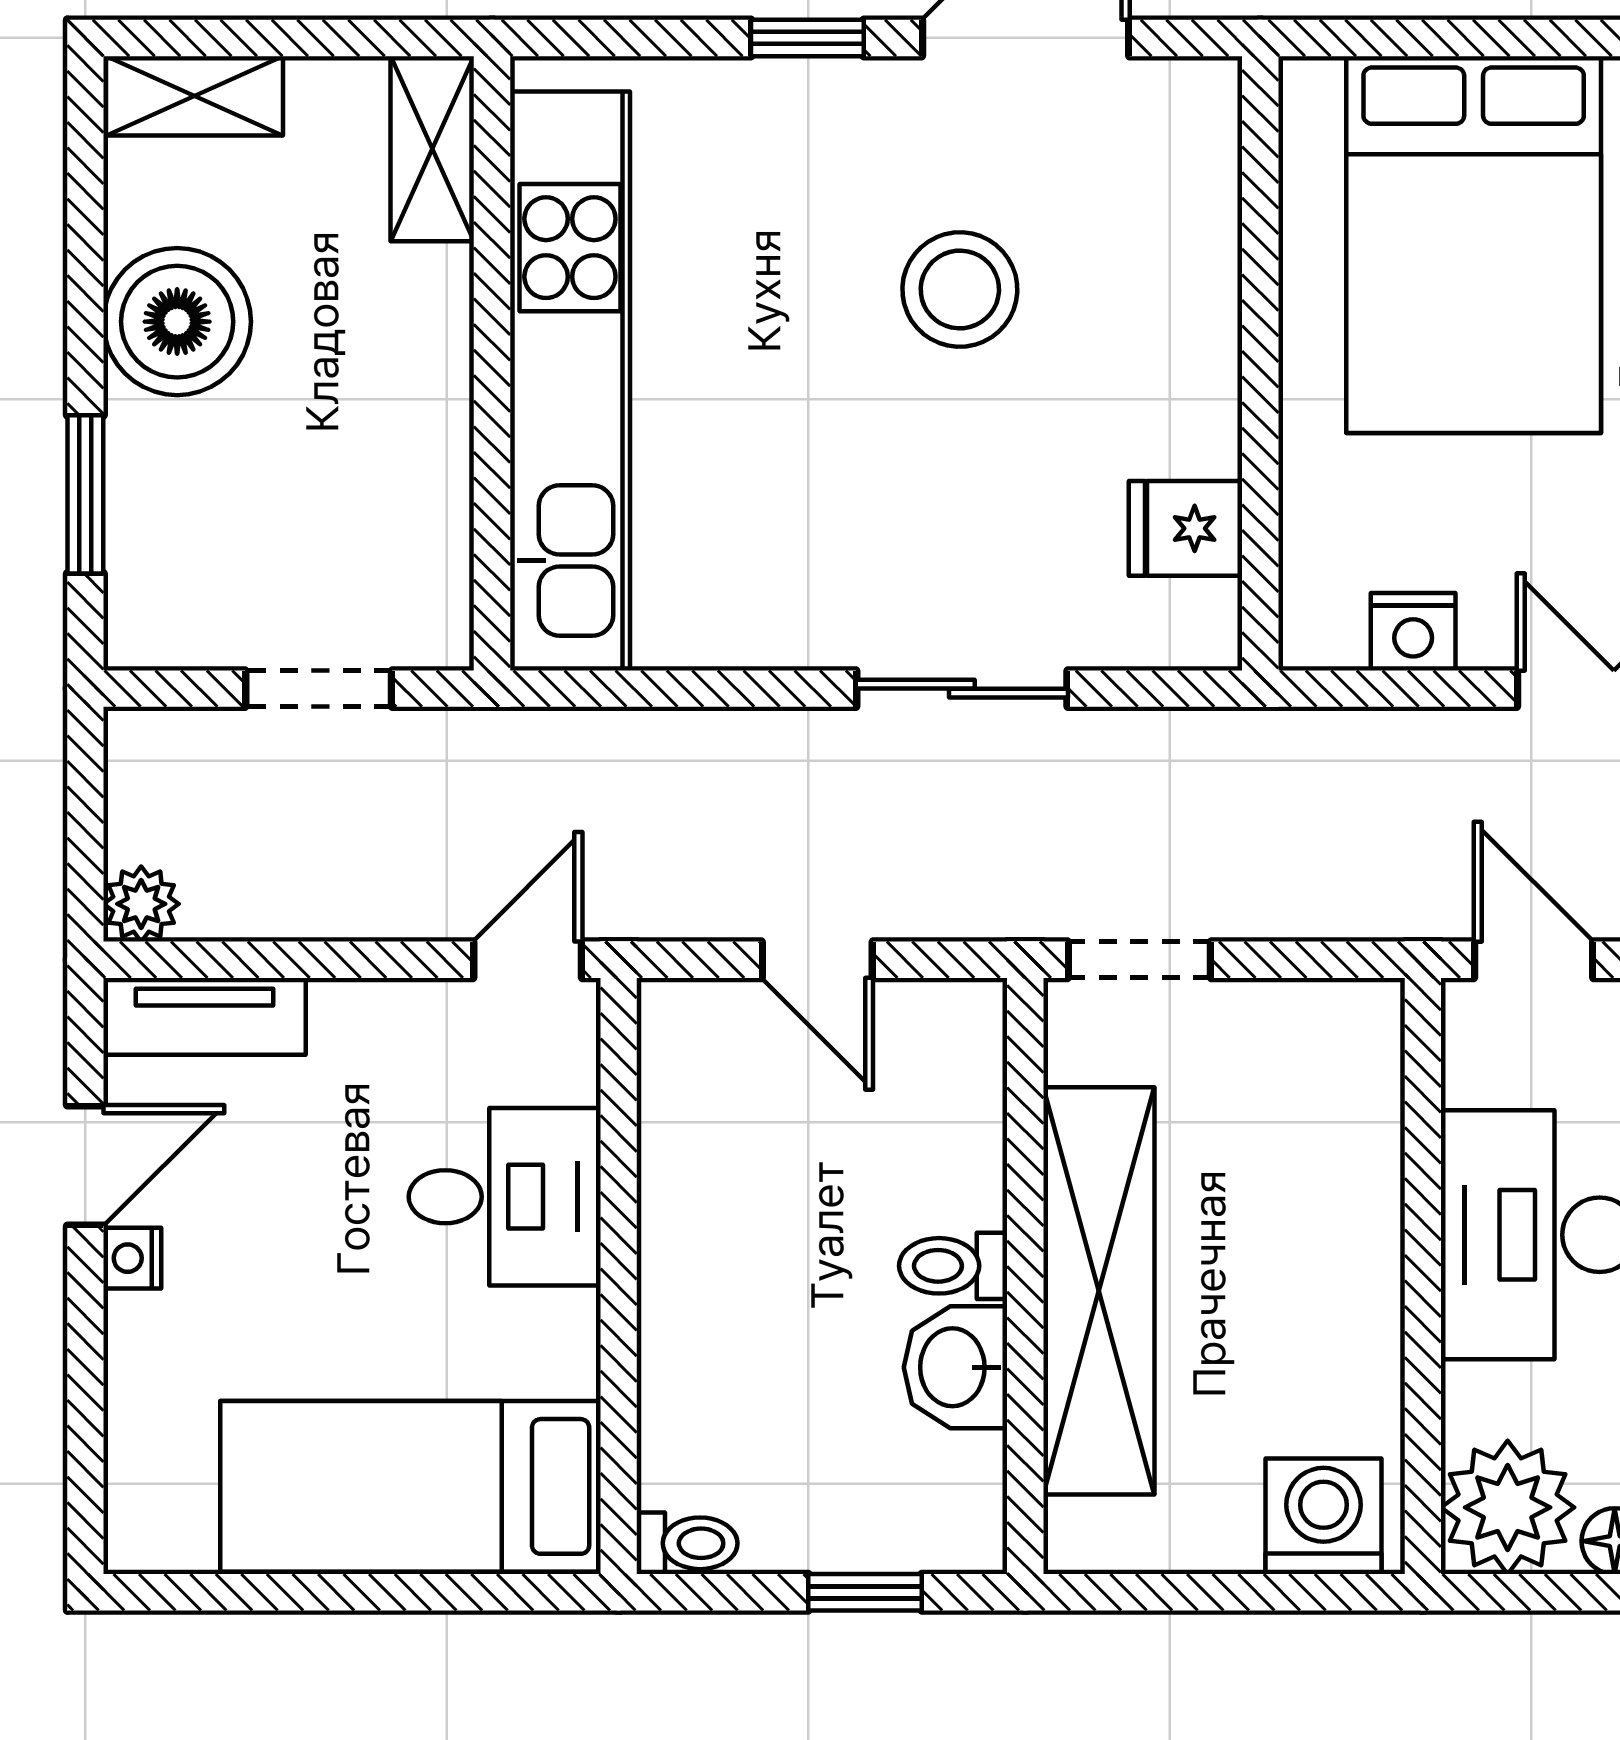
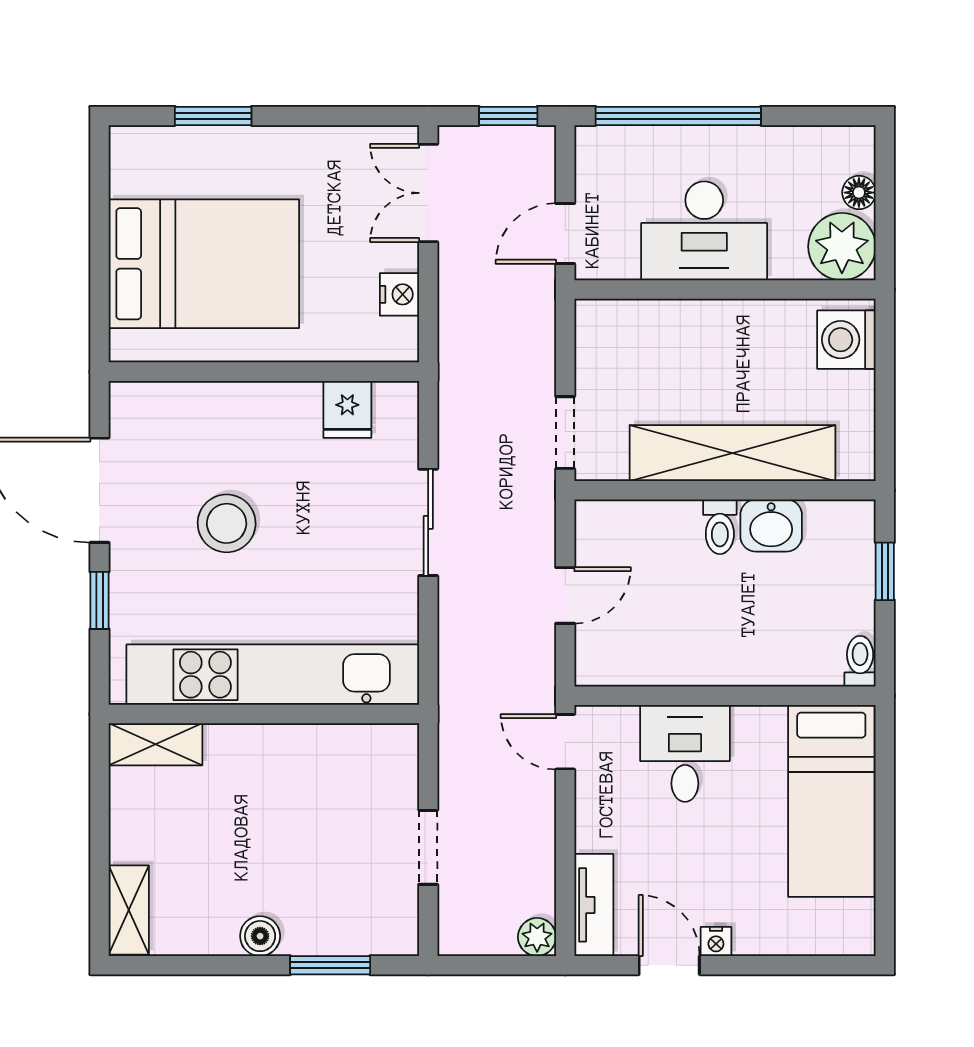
shelving: (432, 149) -> (155, 744), moved
boiler: (177, 322) -> (260, 936), width x0.54, depth x0.54
wall: (492, 363) -> (264, 714), moved
kitchen unit: (570, 381) -> (273, 675), moved

